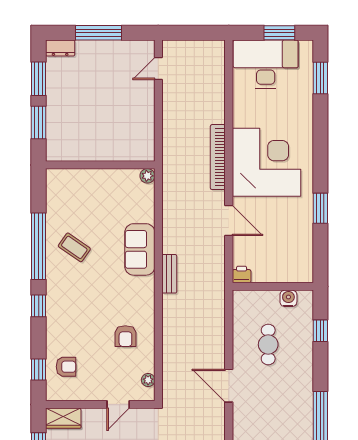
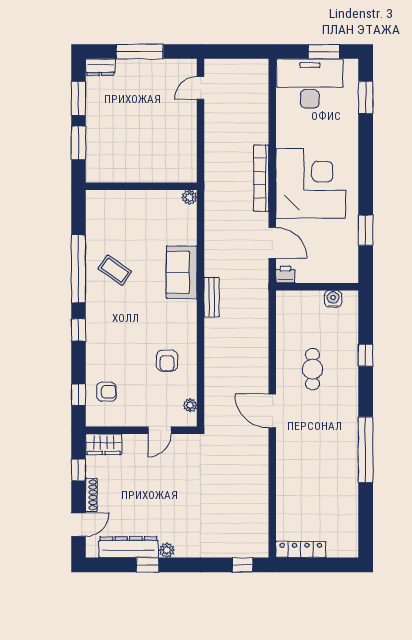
printer: (242, 274) -> (285, 274), moved
wall: (273, 286) -> (317, 287), moved
water cooler: (288, 298) -> (333, 299), moved

